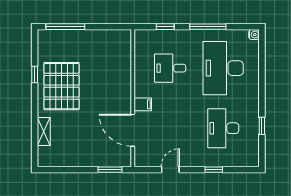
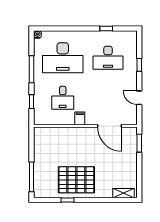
filing cabinet: (143, 104) -> (80, 118), moved
door: (133, 130) -> (110, 126), hinge flipped
shelving: (44, 131) -> (123, 193), moved

